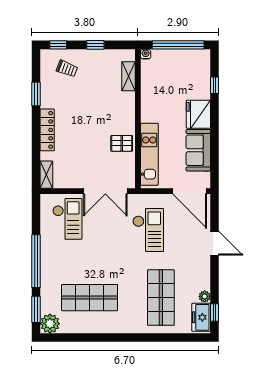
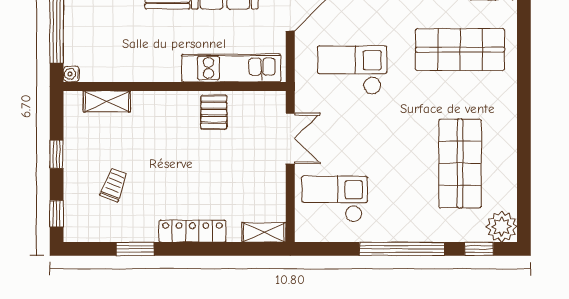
trolley: (67, 69) -> (114, 185), moved
double door: (105, 191) -> (290, 138), width x0.73
window: (36, 309) -> (479, 249), width x0.67

